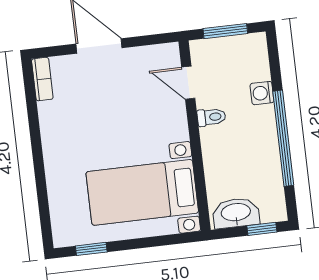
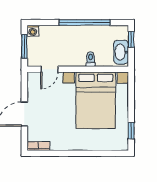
washing machine: (262, 93) -> (33, 31), moved
toilet: (211, 117) -> (91, 59), moved
bed with nightstands: (142, 192) -> (96, 100), width x1.36

